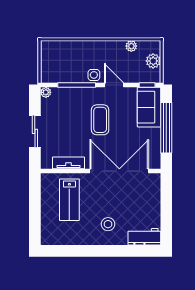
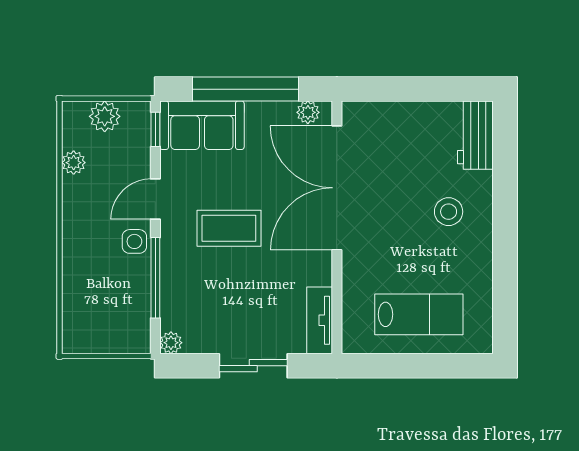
plant: (155, 157) -> (308, 112), added
tv unit: (68, 163) -> (320, 320), moved
lab bench: (69, 200) -> (419, 314), moved

